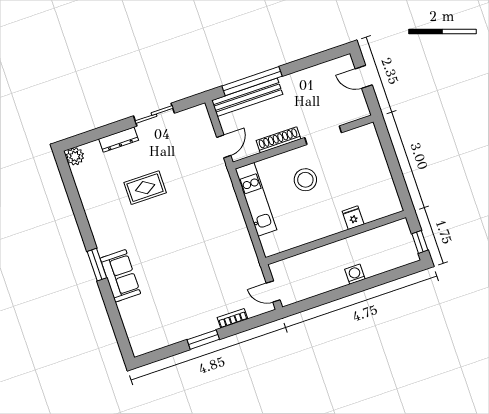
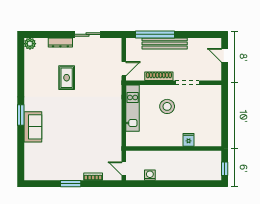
bench: (247, 97) -> (165, 43), moved
rug: (145, 188) -> (67, 78), turned 90
washing machine: (355, 274) -> (150, 175), moved

